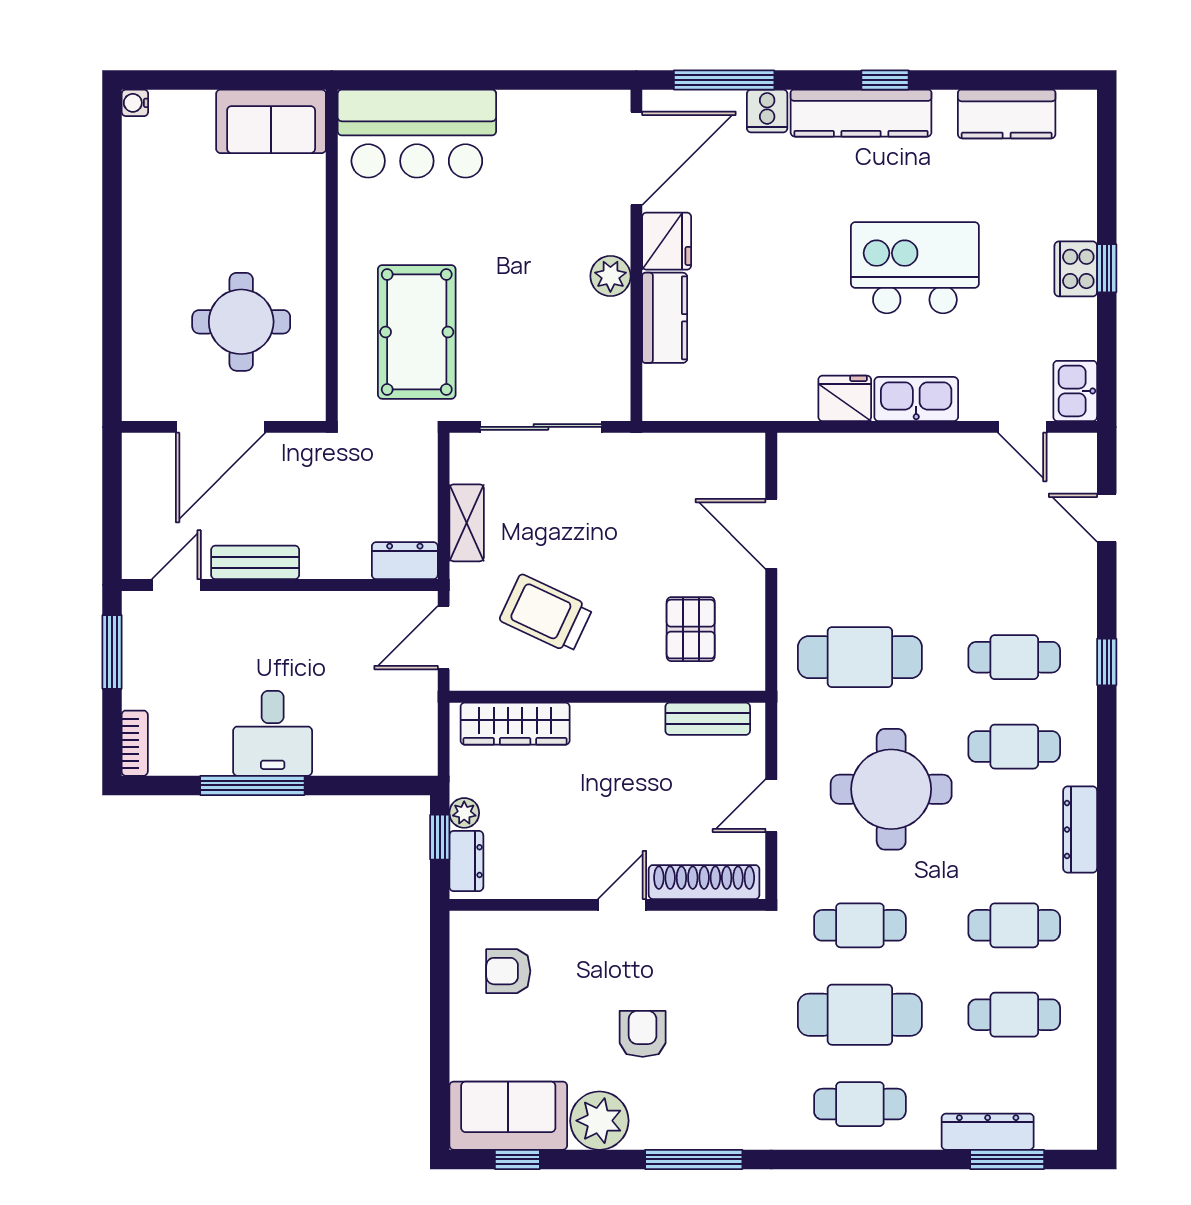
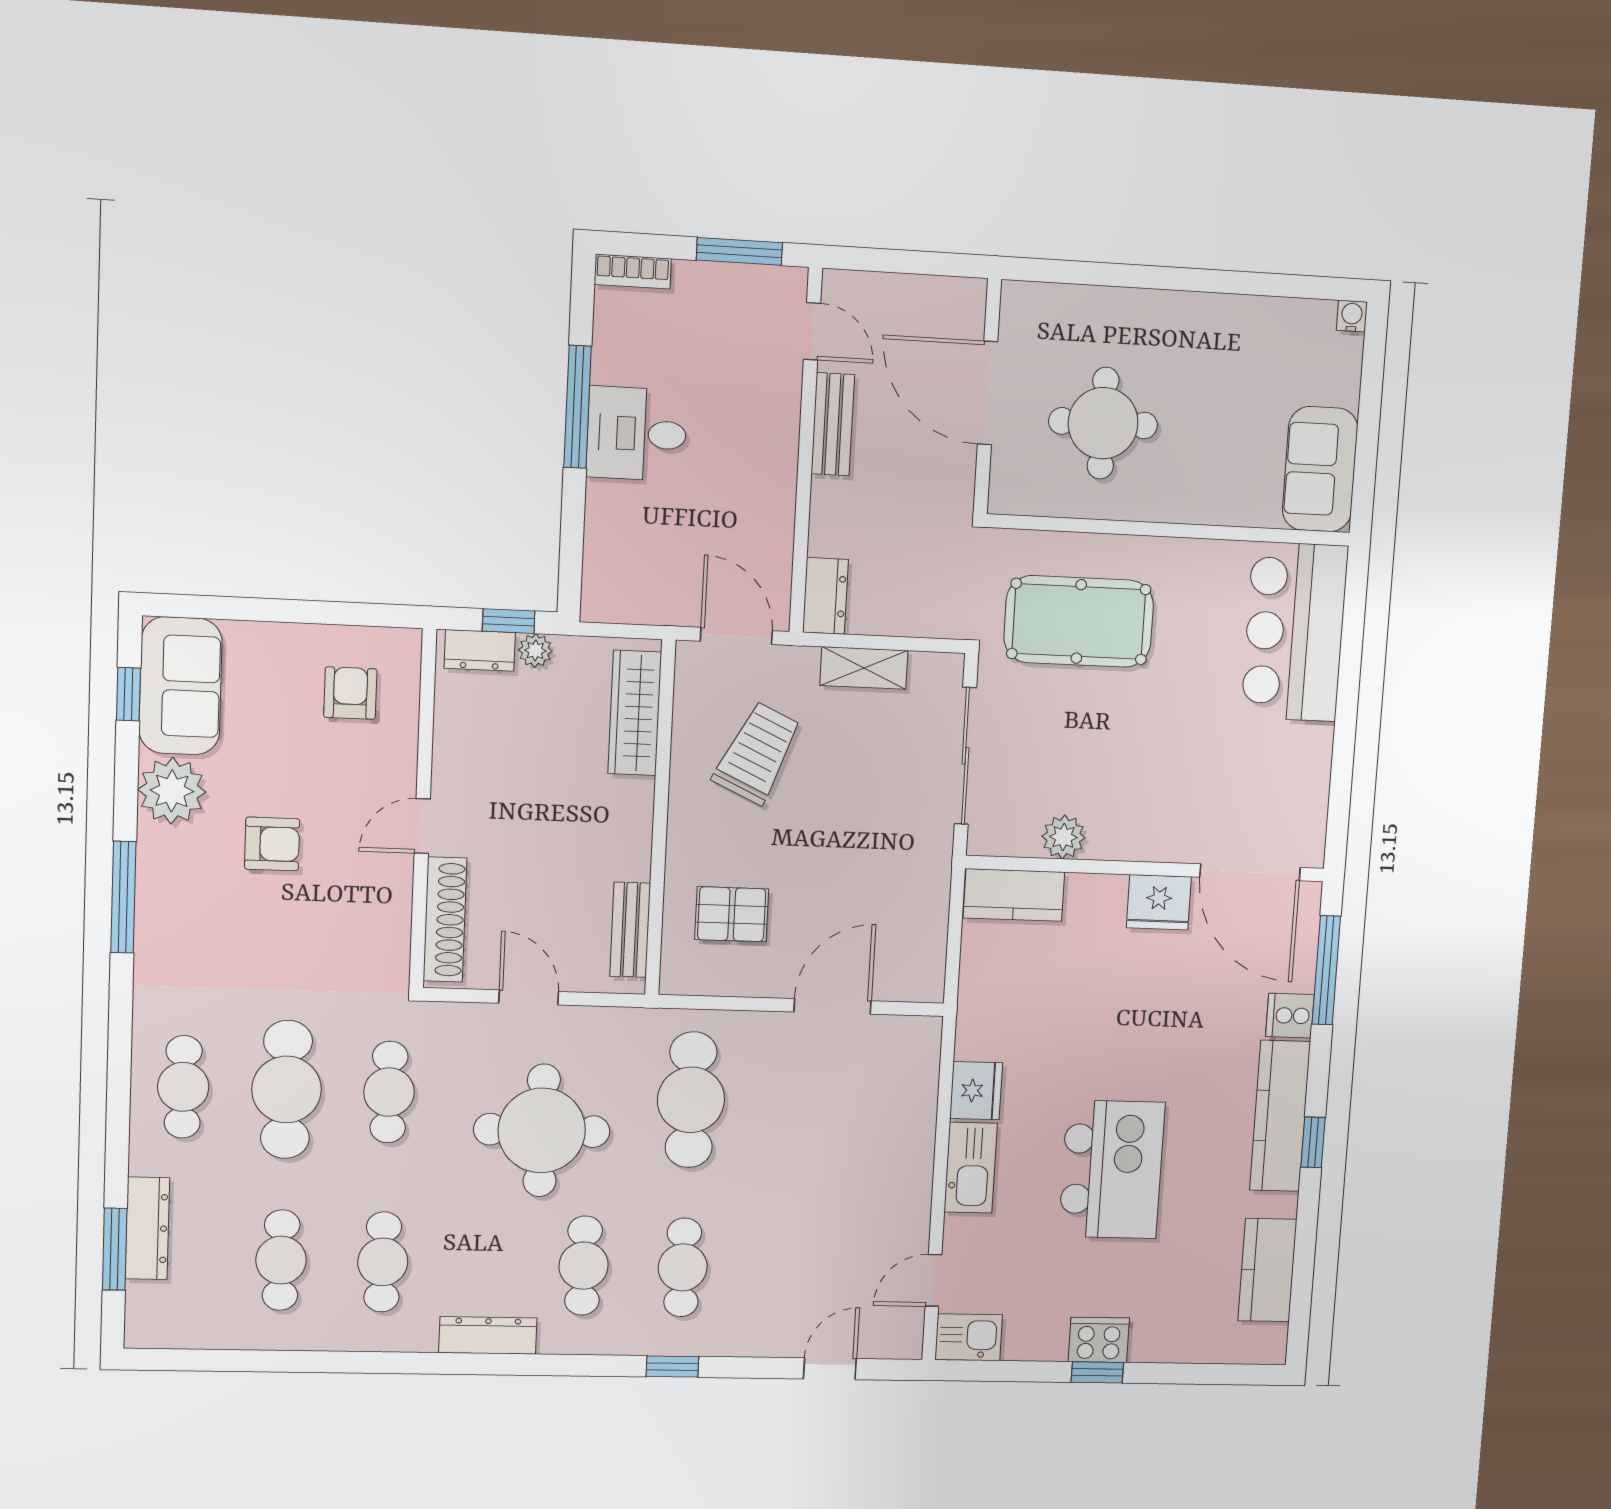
plant: (610, 276) -> (1064, 837), moved
kitchen counter: (665, 318) -> (1014, 895), moved
door: (622, 905) -> (422, 826), swing flipped

